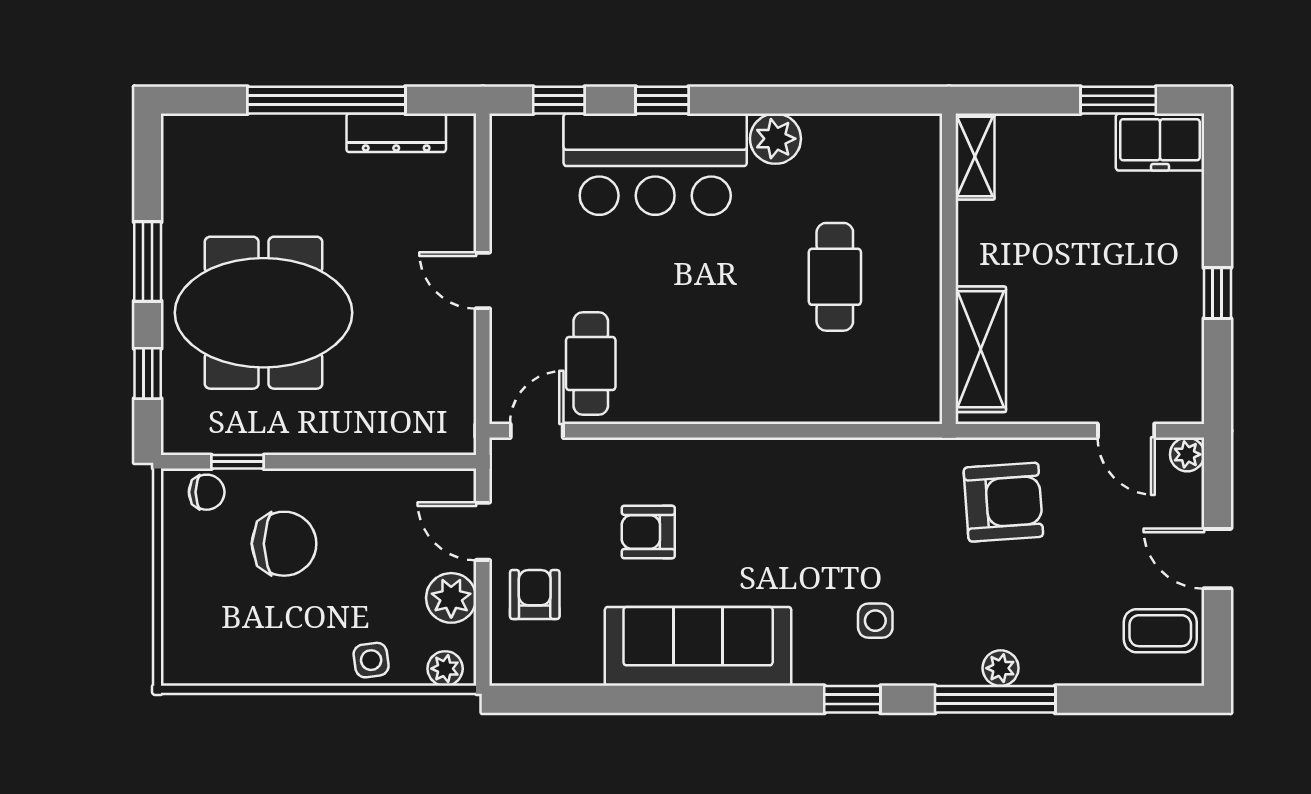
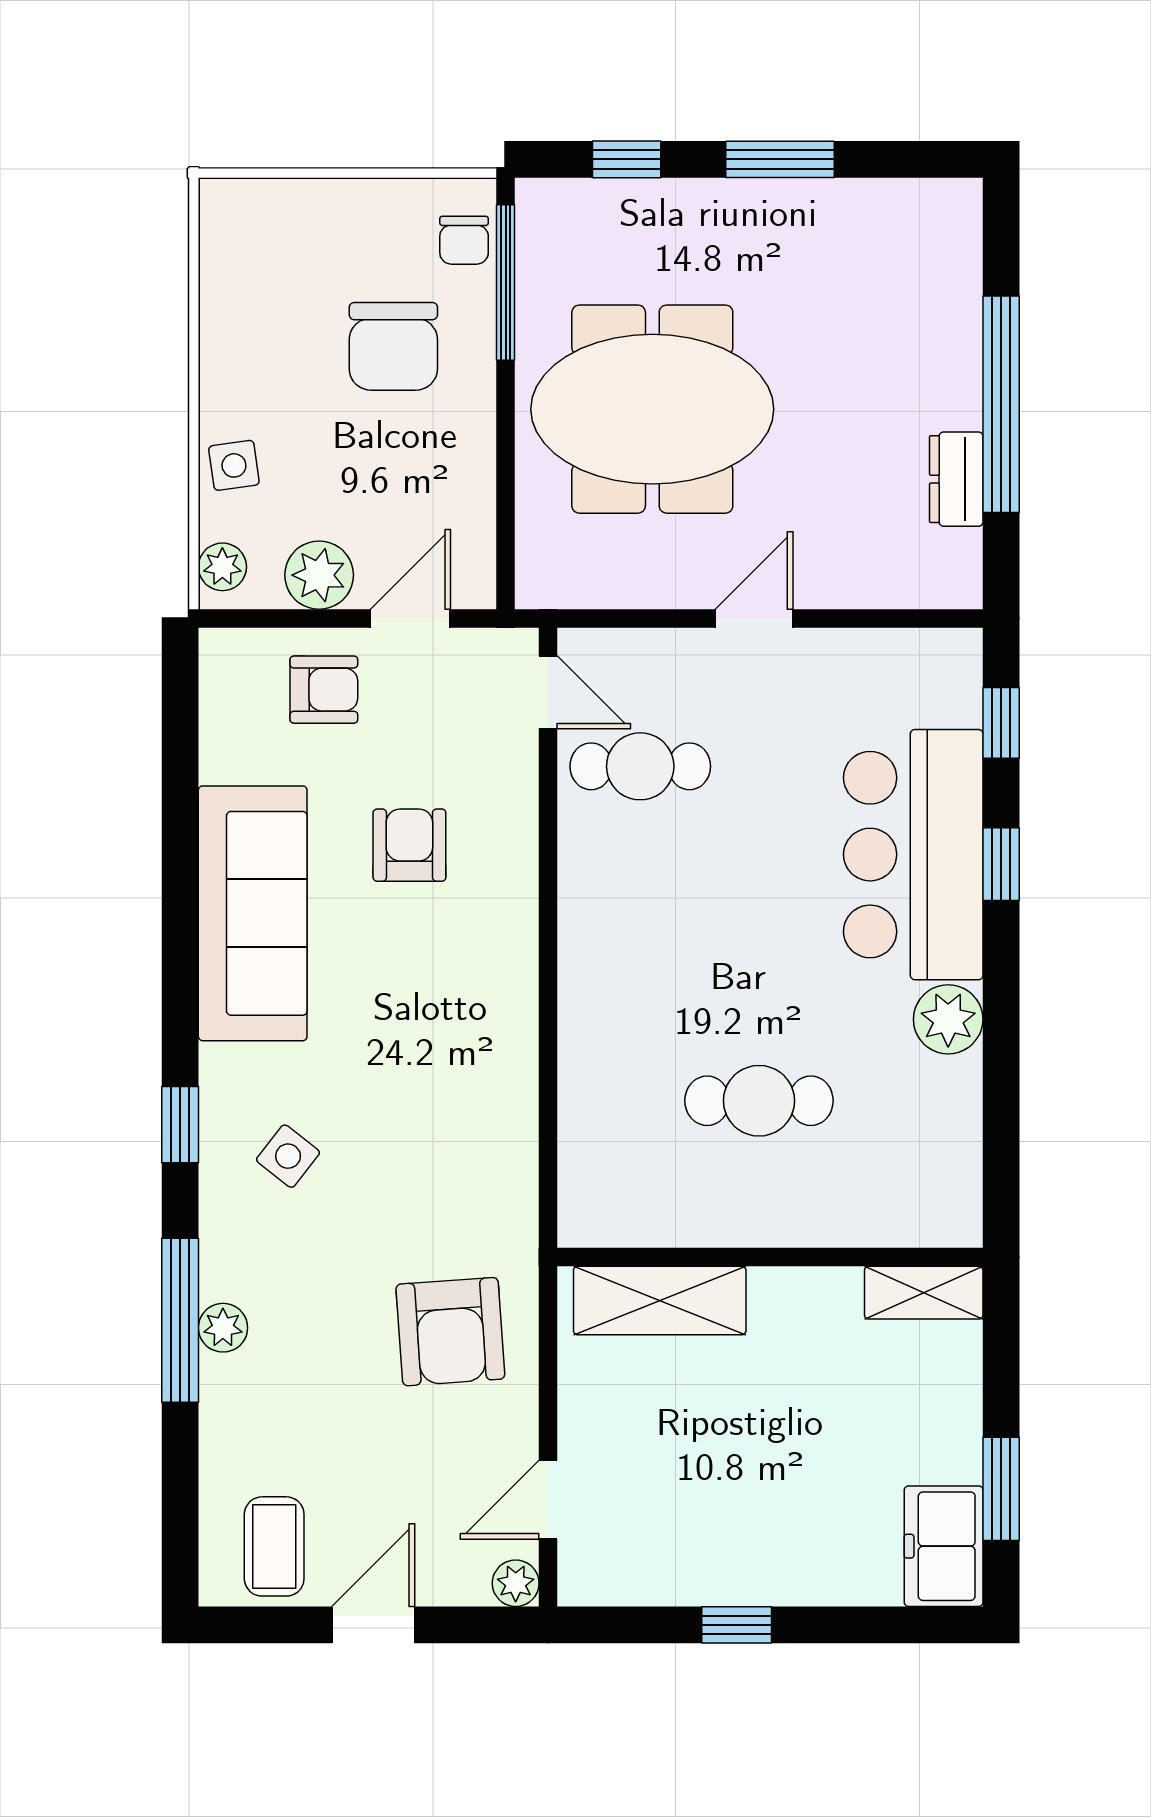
dresser: (396, 133) -> (956, 479), width x0.70
meeting table: (264, 313) -> (652, 409), moved, turned 90
window: (238, 462) -> (506, 283), width x2.17
side table: (875, 621) -> (288, 1156), turned 38

